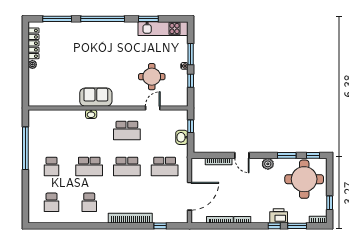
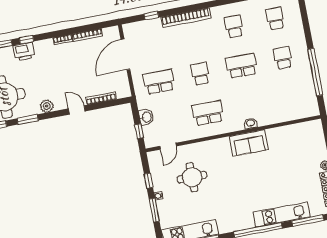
kitchen unit: (79, 28) -> (282, 215), added
door: (153, 108) -> (168, 146), moved
school desk: (127, 166) -> (200, 74), width x0.54

